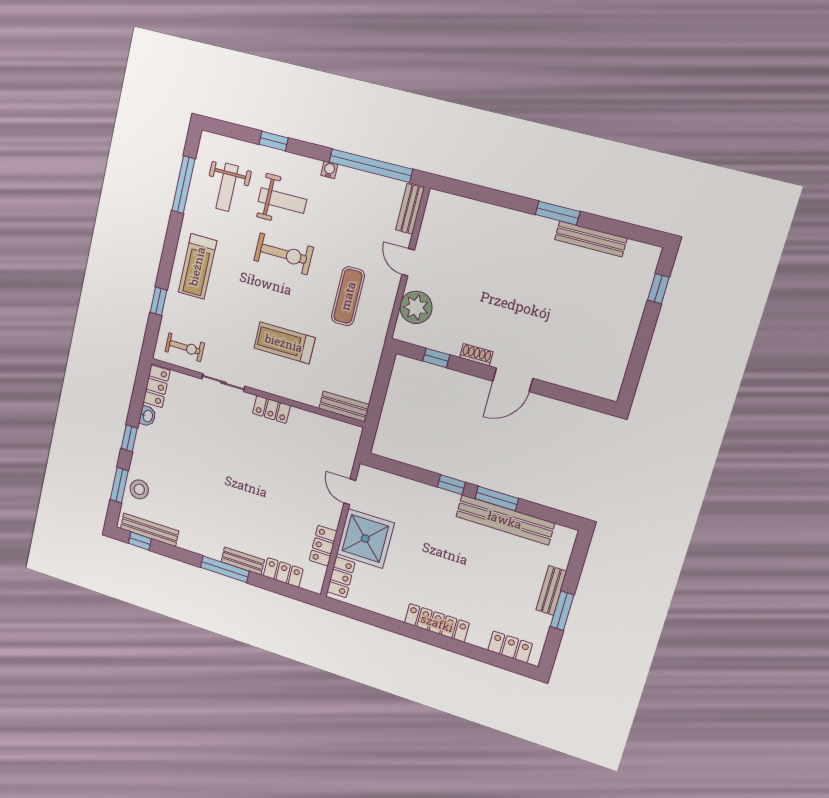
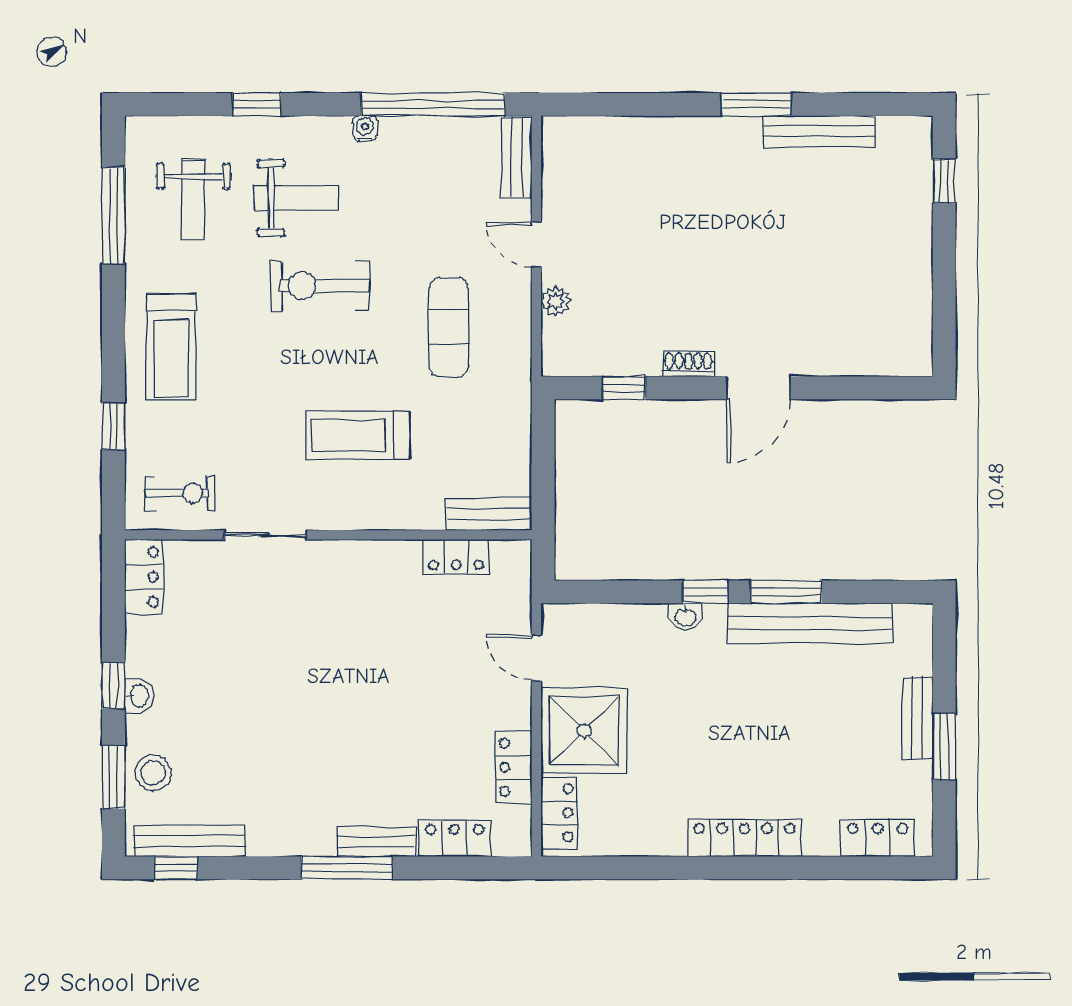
exercise bike: (284, 254) -> (320, 286), turned 180
plant: (416, 307) -> (556, 301), width x0.53, depth x0.53
locker: (271, 409) -> (456, 556), moved
washbasin: (147, 416) -> (139, 695), moved
washbasin: (437, 495) -> (685, 617), added

